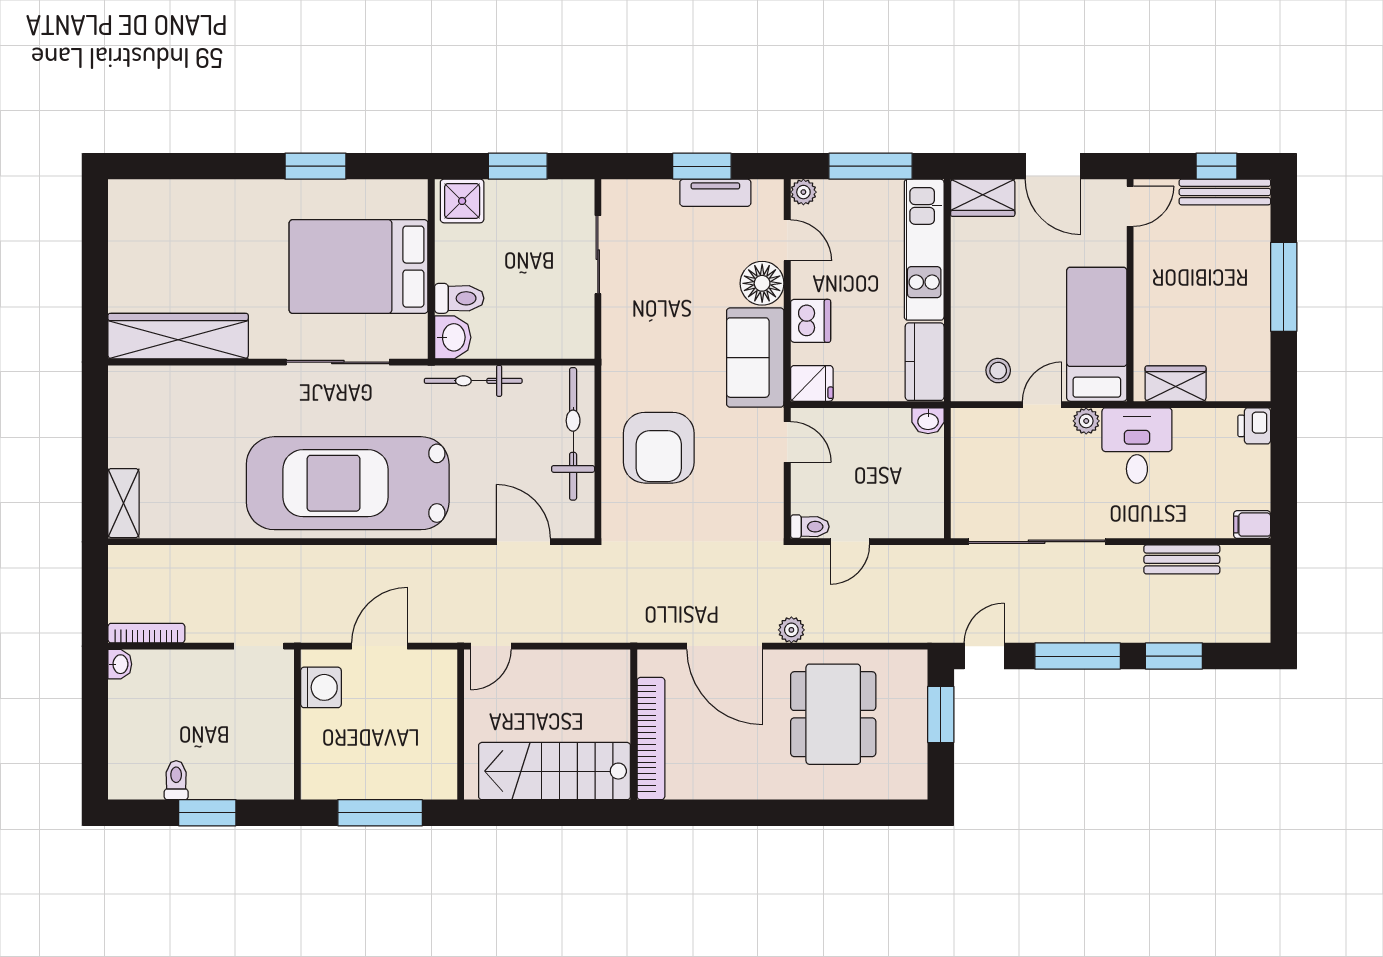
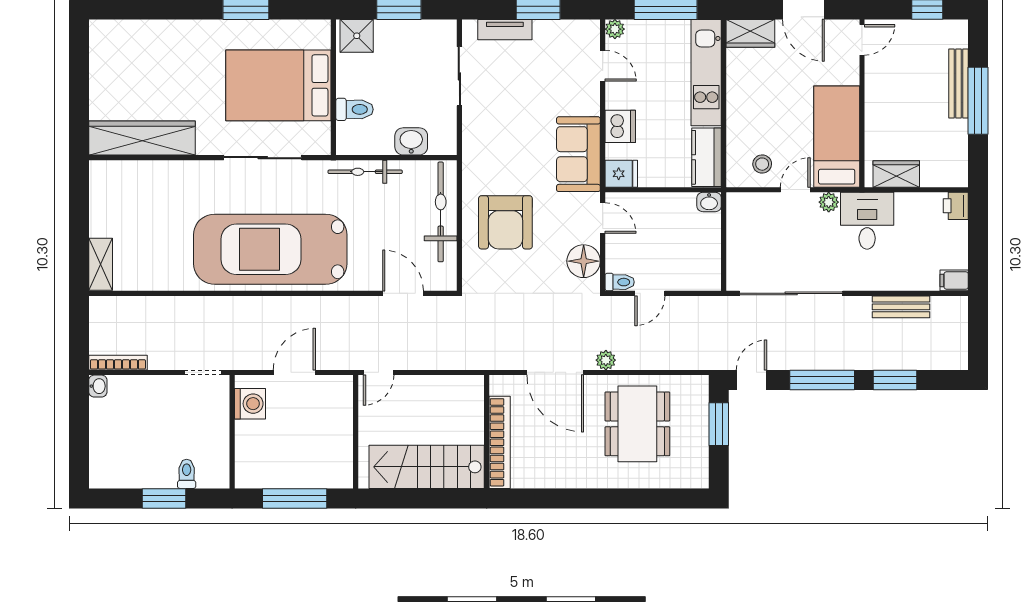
bench: (1225, 192) -> (959, 84), moved, turned 90
tv unit: (715, 193) -> (505, 30), moved
floor lamp: (762, 283) -> (584, 261), moved
washbasin: (453, 337) -> (411, 141), moved, turned -90
toilet: (176, 780) -> (187, 474), moved

